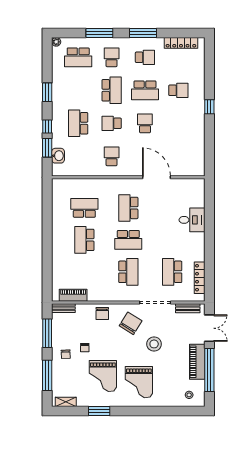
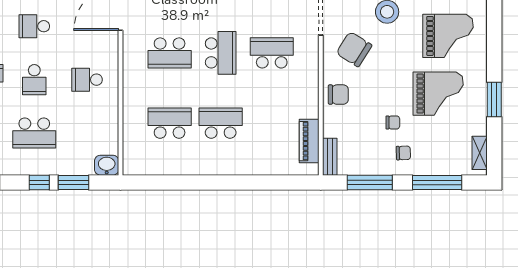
washbasin: (58, 156) -> (107, 165), moved
school desk: (84, 208) -> (170, 123), turned 90
school desk: (84, 240) -> (221, 123), turned 180

